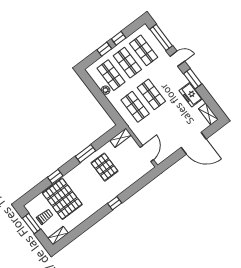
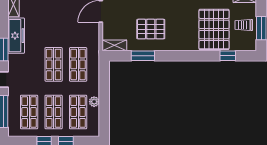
freezer: (191, 95) -> (16, 36), width x1.40
window: (85, 154) -> (143, 56), moved
pallet: (105, 167) -> (151, 29), turned 90
window: (55, 177) -> (228, 56), moved

